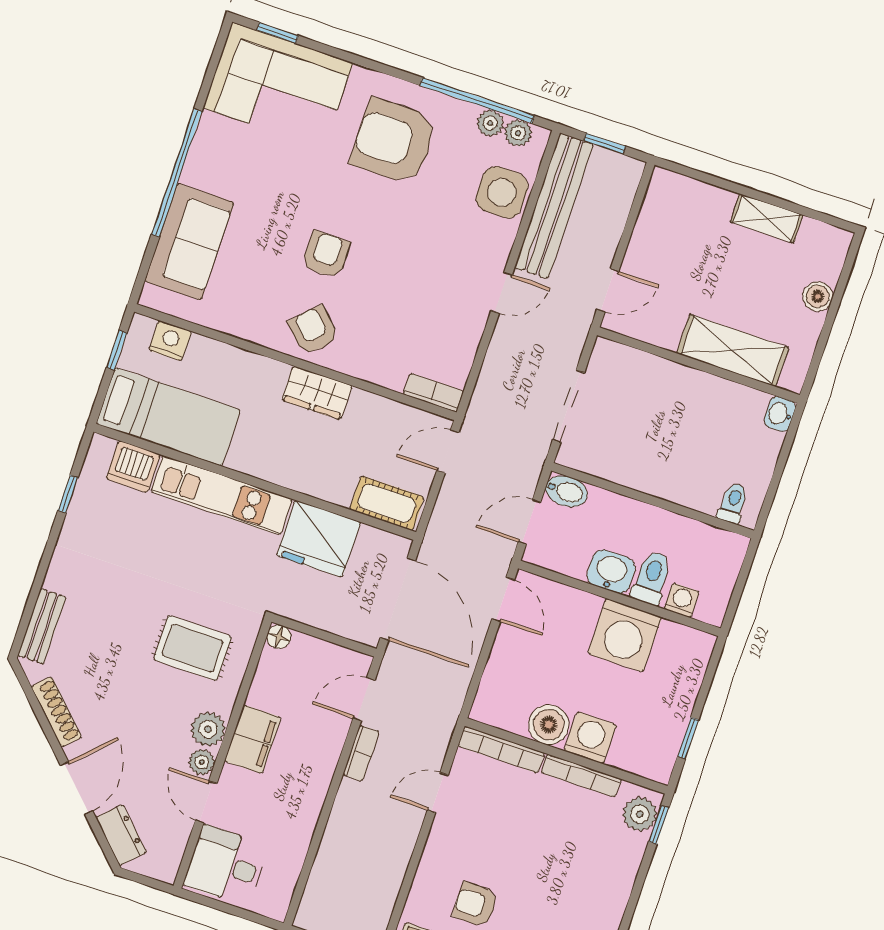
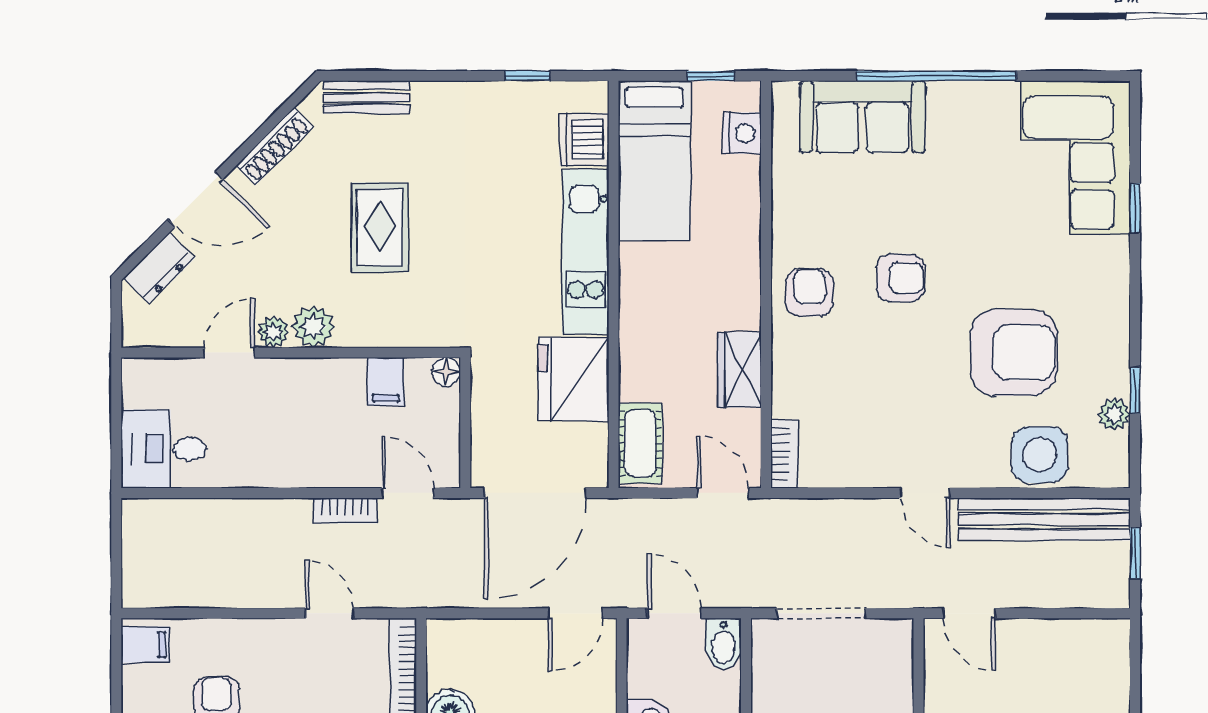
window: (277, 33) -> (1135, 208), moved
window: (477, 100) -> (1135, 391), width x0.32
plant: (518, 133) -> (1114, 450), removed
armchair: (394, 141) -> (1014, 353), moved, turned 90
armchair: (313, 330) -> (809, 293), turned -45
wardrobe: (317, 393) -> (739, 370), moved
rug: (193, 648) -> (380, 227), moved
filing cabinet: (253, 739) -> (386, 381), moved, width x0.50
desk: (226, 865) -> (163, 449), moved, turned -90

